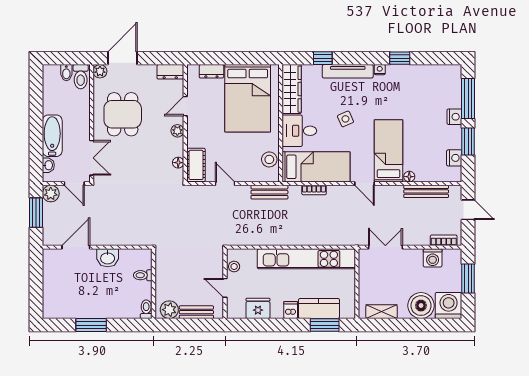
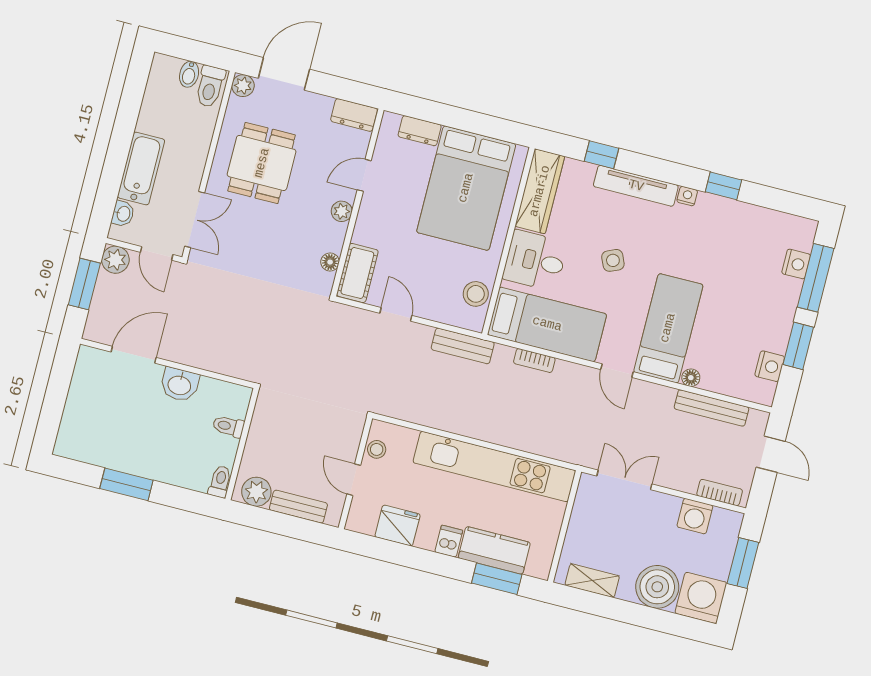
nightstand: (454, 117) -> (796, 264), moved

